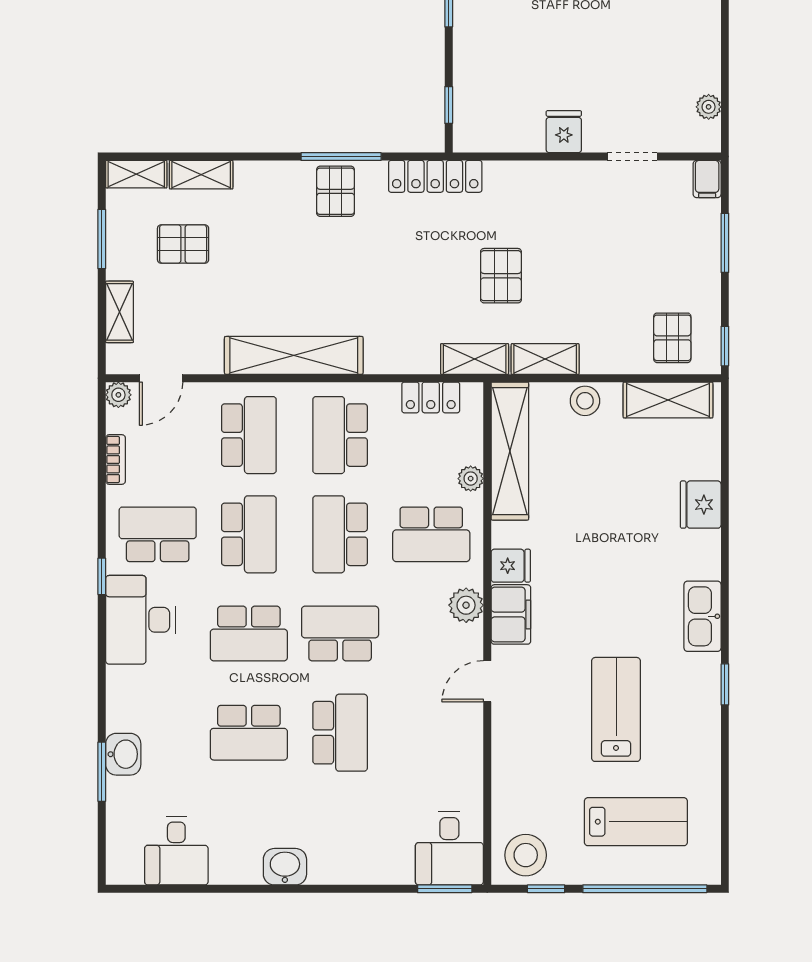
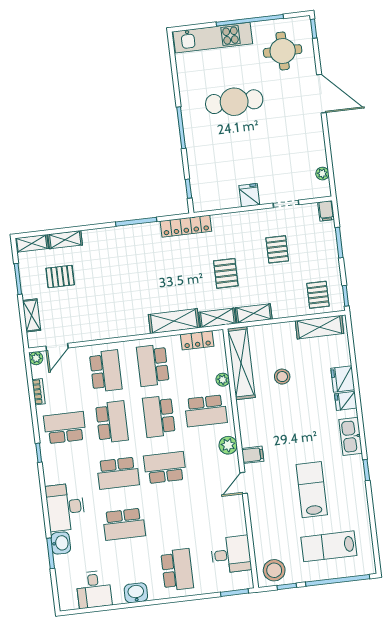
pallet: (336, 191) -> (277, 249), moved
shelving: (294, 355) -> (174, 321), moved, width x0.68
stool: (585, 401) -> (282, 377), moved
fridge: (511, 566) -> (346, 401), moved, turned 180
filing cabinet: (511, 614) -> (253, 455), width x0.50
desk: (140, 620) -> (65, 507), moved
school desk: (340, 733) -> (177, 570), moved
lab bench: (636, 822) -> (329, 546), turned 180
desk: (449, 848) -> (231, 554), moved, turned -90
washbasin: (285, 867) -> (136, 593), moved

